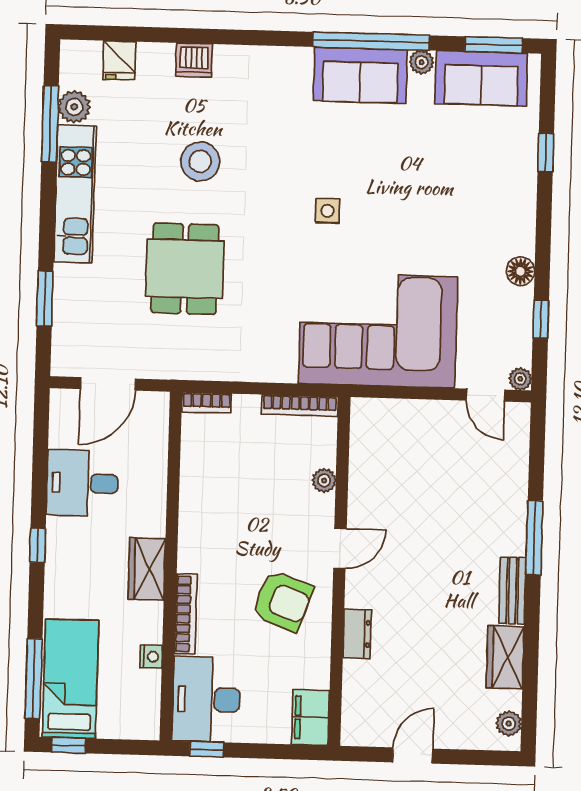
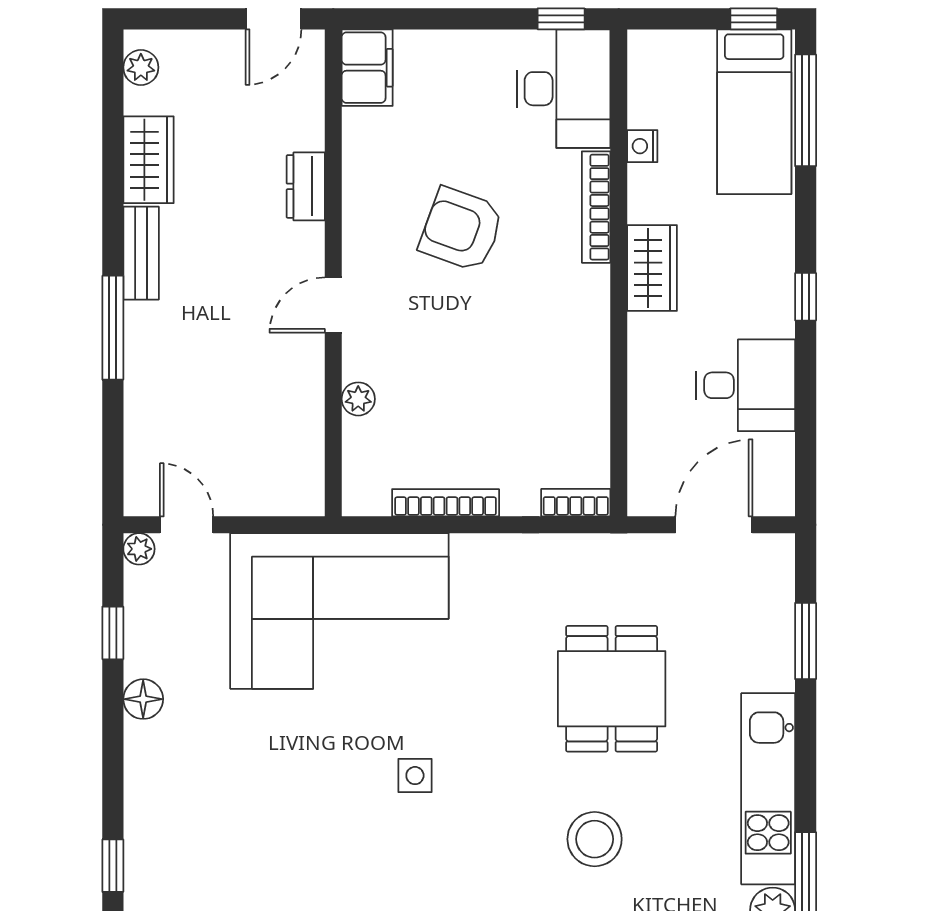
plant: (324, 481) -> (358, 399), moved
door: (340, 548) -> (333, 305), moved
wall: (339, 571) -> (333, 273), moved
dresser: (357, 634) -> (306, 186), moved
filing cabinet: (311, 718) -> (367, 68), moved

